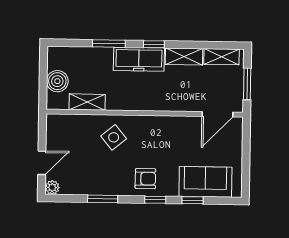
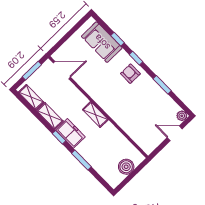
freezer: (139, 59) -> (70, 133), width x0.71
shelving: (87, 102) -> (95, 115), moved
side table: (114, 137) -> (126, 110), removed

